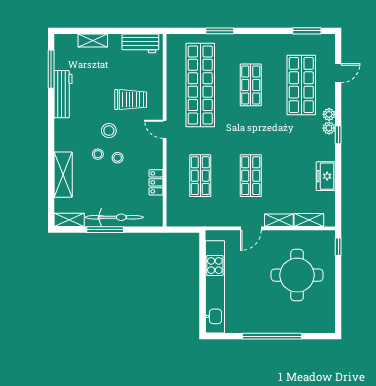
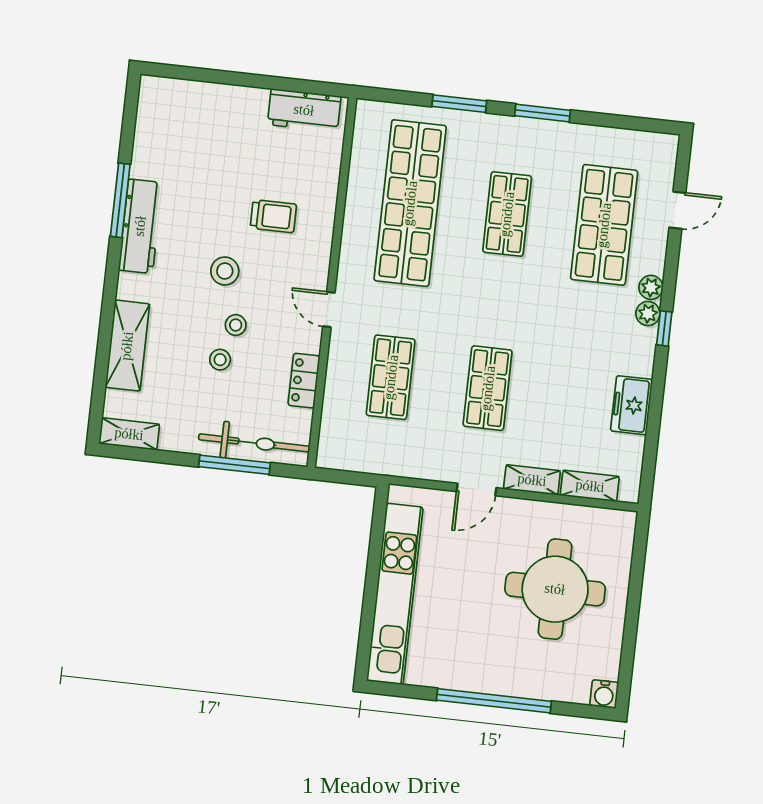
window: (307, 31) -> (543, 113), moved
shelving: (93, 41) -> (213, 95), removed
window: (51, 69) -> (120, 200), moved
workbench: (63, 94) -> (140, 226), moved
trolley: (131, 100) -> (273, 216), width x0.73, depth x0.72
door: (165, 129) -> (329, 310), moved
stool: (98, 154) -> (220, 360), moved
bicycle: (114, 217) -> (254, 443), moved
window: (105, 230) -> (235, 465), moved
window: (338, 247) -> (640, 544), removed
water cooler: (328, 326) -> (604, 694), added

